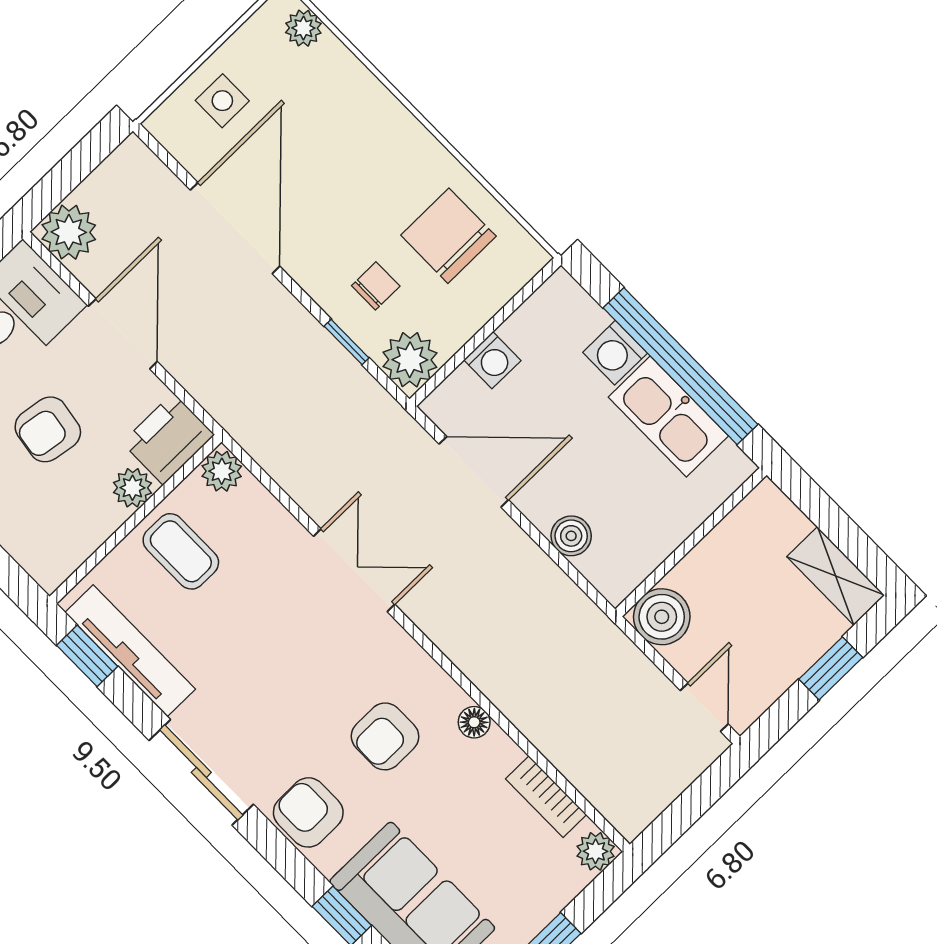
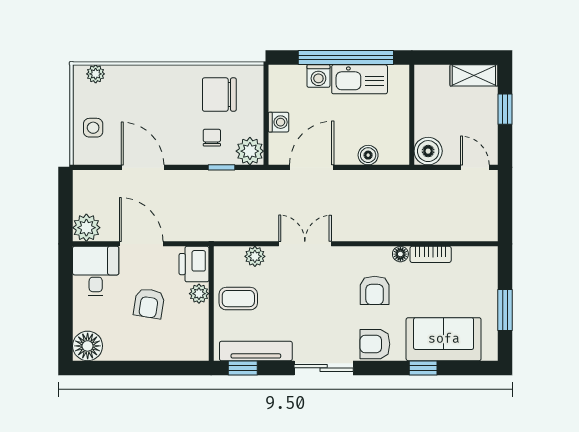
door: (235, 228) -> (143, 167), width x0.73
plant: (222, 471) -> (255, 256), moved
bookcase: (546, 797) -> (431, 254), moved
plant: (596, 851) -> (488, 256), removed

